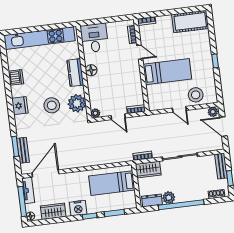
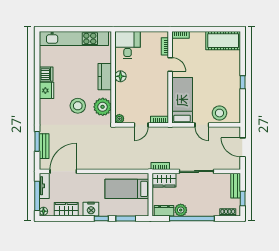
bed: (167, 72) -> (182, 100), moved, turned -90
fridge: (20, 106) -> (47, 90), moved
plant: (213, 112) -> (234, 132), removed
door: (118, 117) -> (141, 125), hinge flipped

